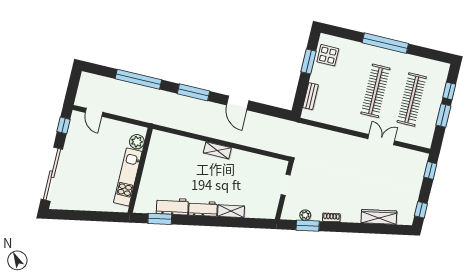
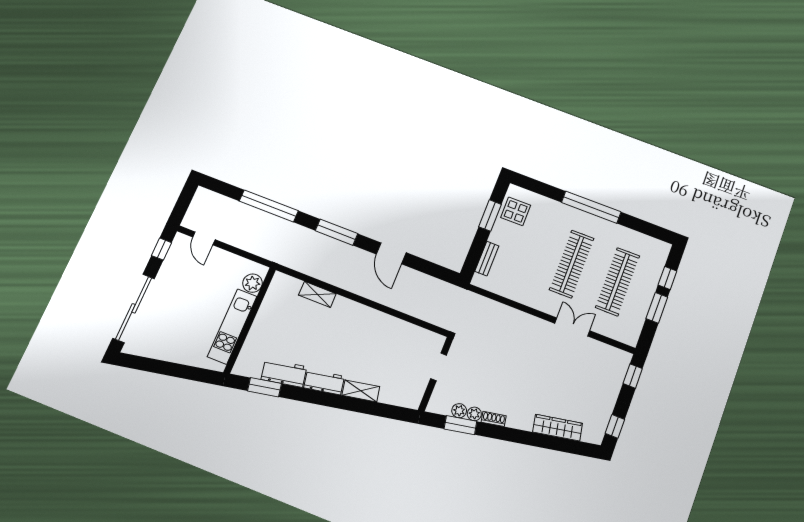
shelving: (217, 150) -> (317, 294), moved
plant: (317, 216) -> (474, 414), added

